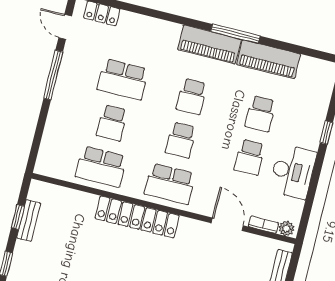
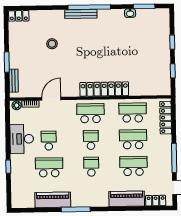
piano: (209, 44) -> (127, 199), moved
school desk: (260, 114) -> (49, 167), width x1.85
school desk: (112, 123) -> (133, 139), width x1.85
locker: (50, 144) -> (166, 118), added
bench: (29, 220) -> (166, 70), removed
door: (227, 224) -> (51, 99), swing flipped

